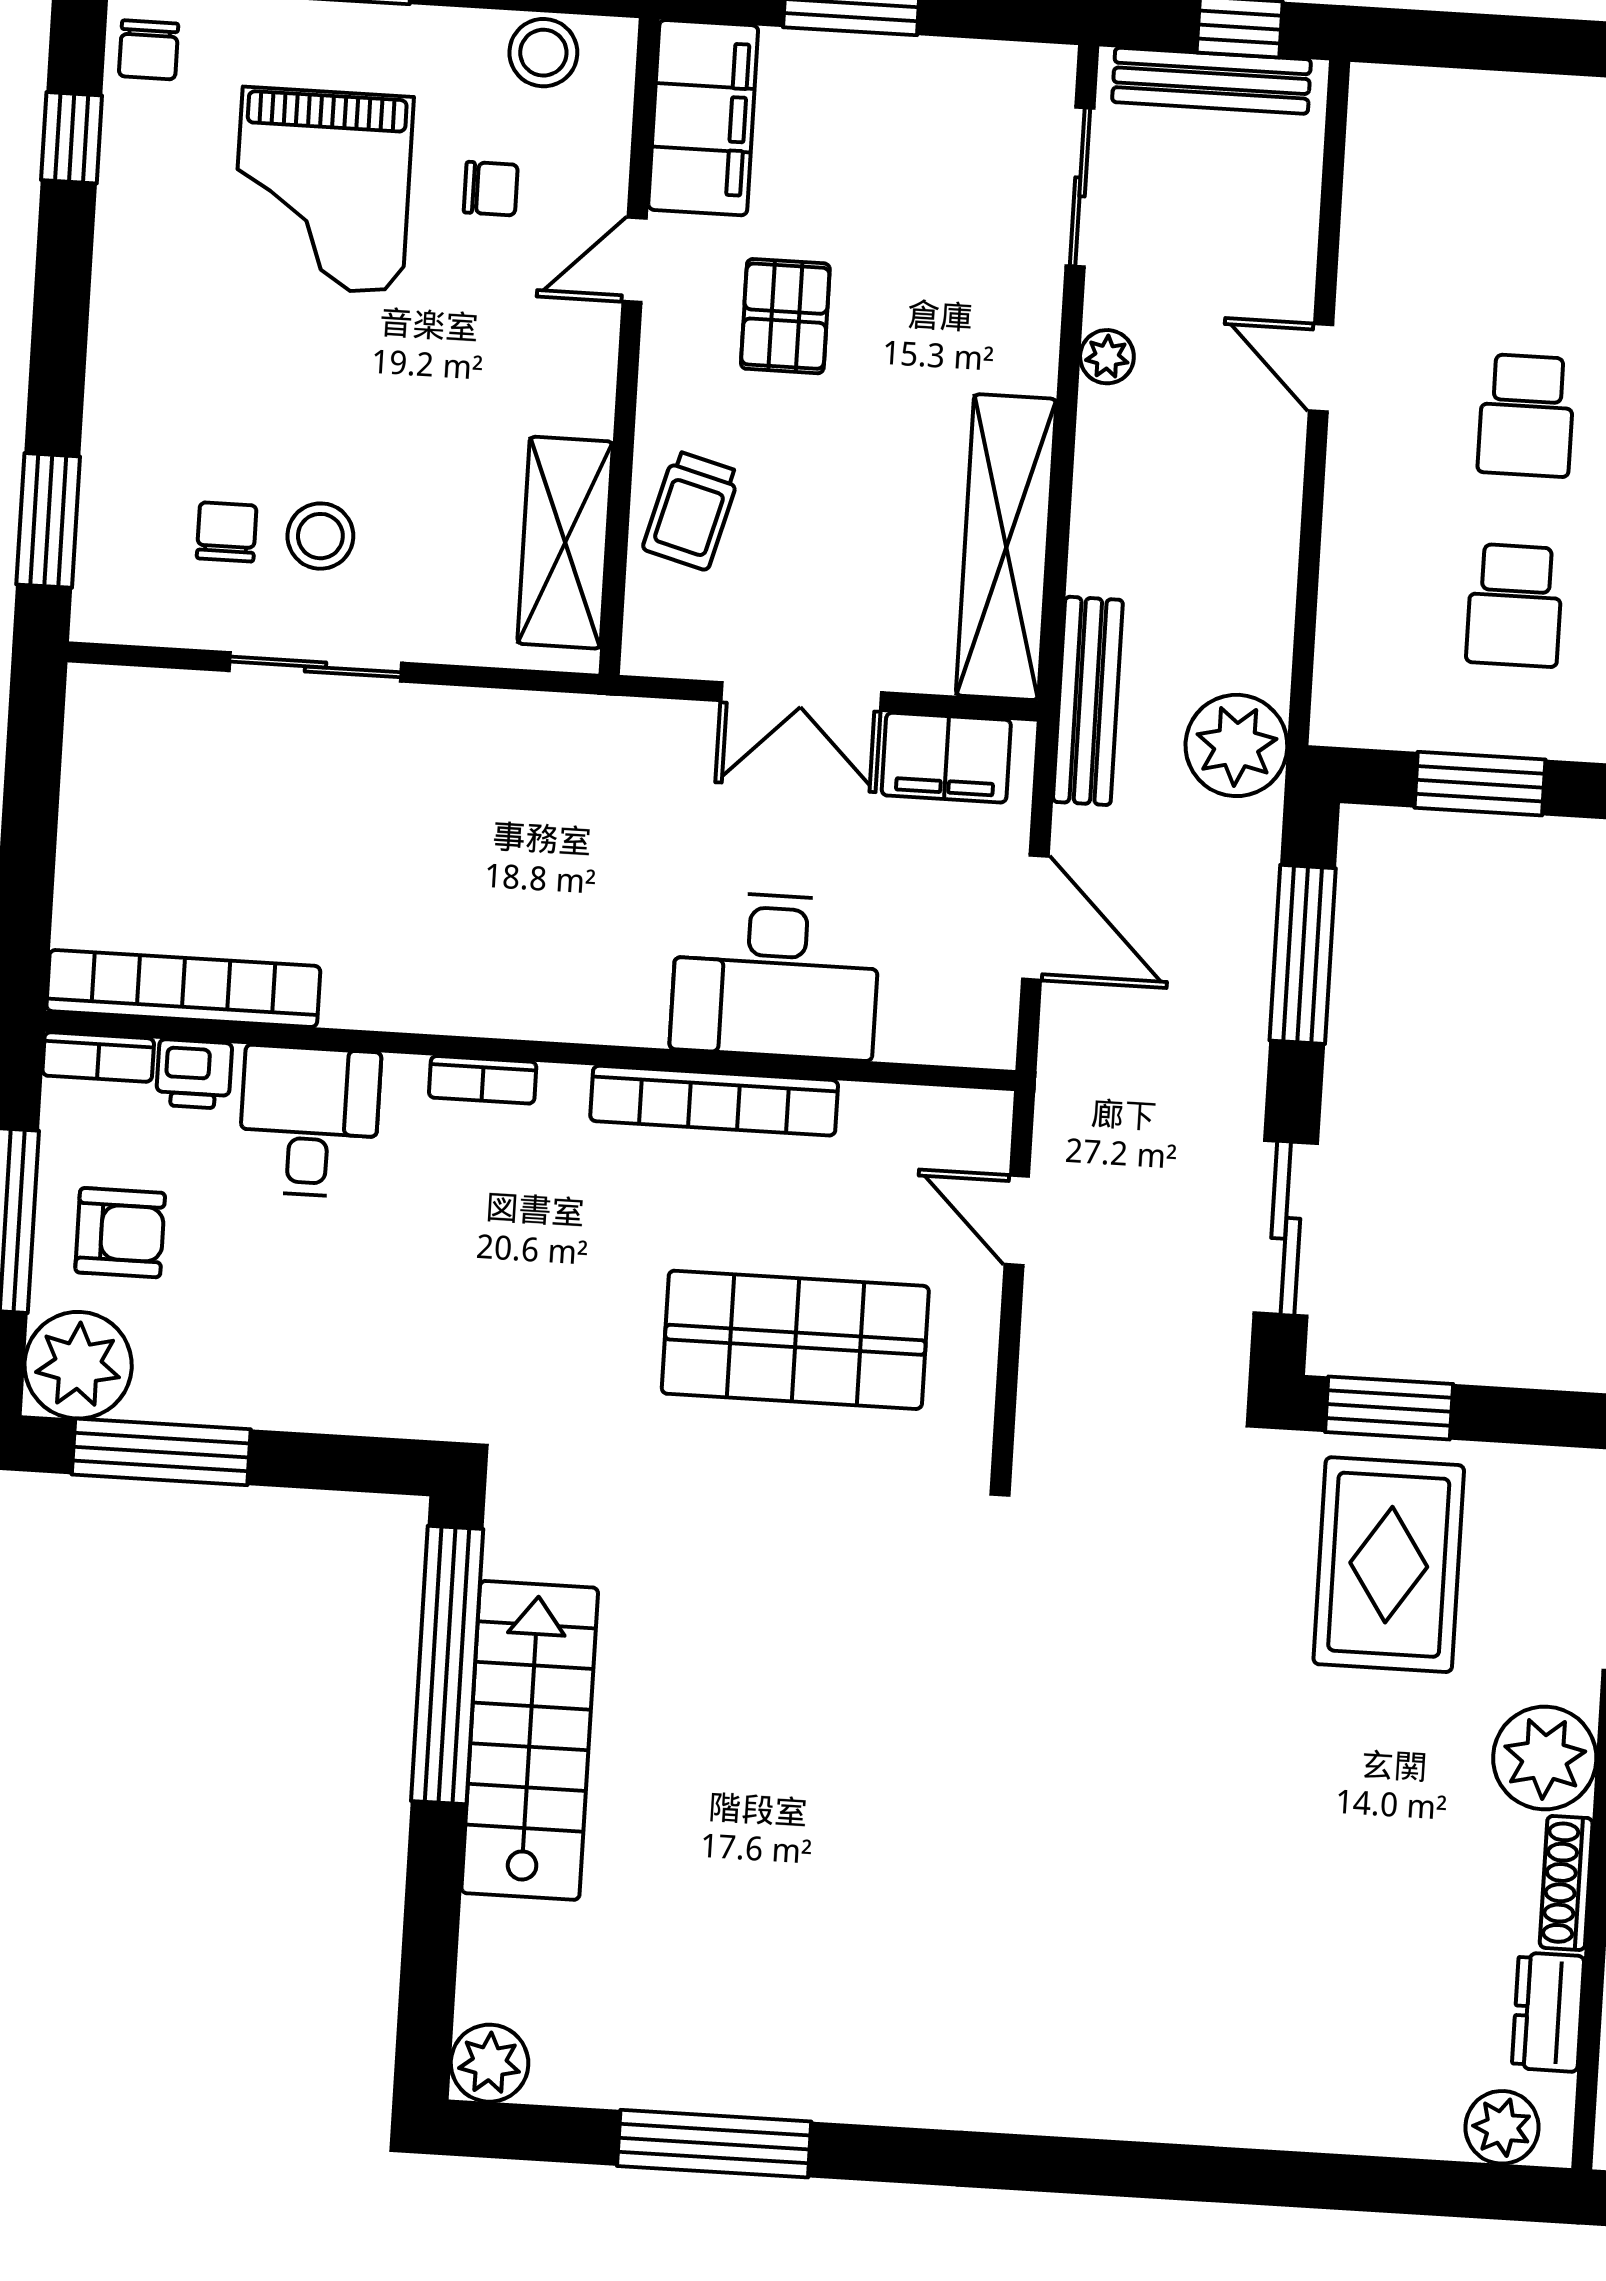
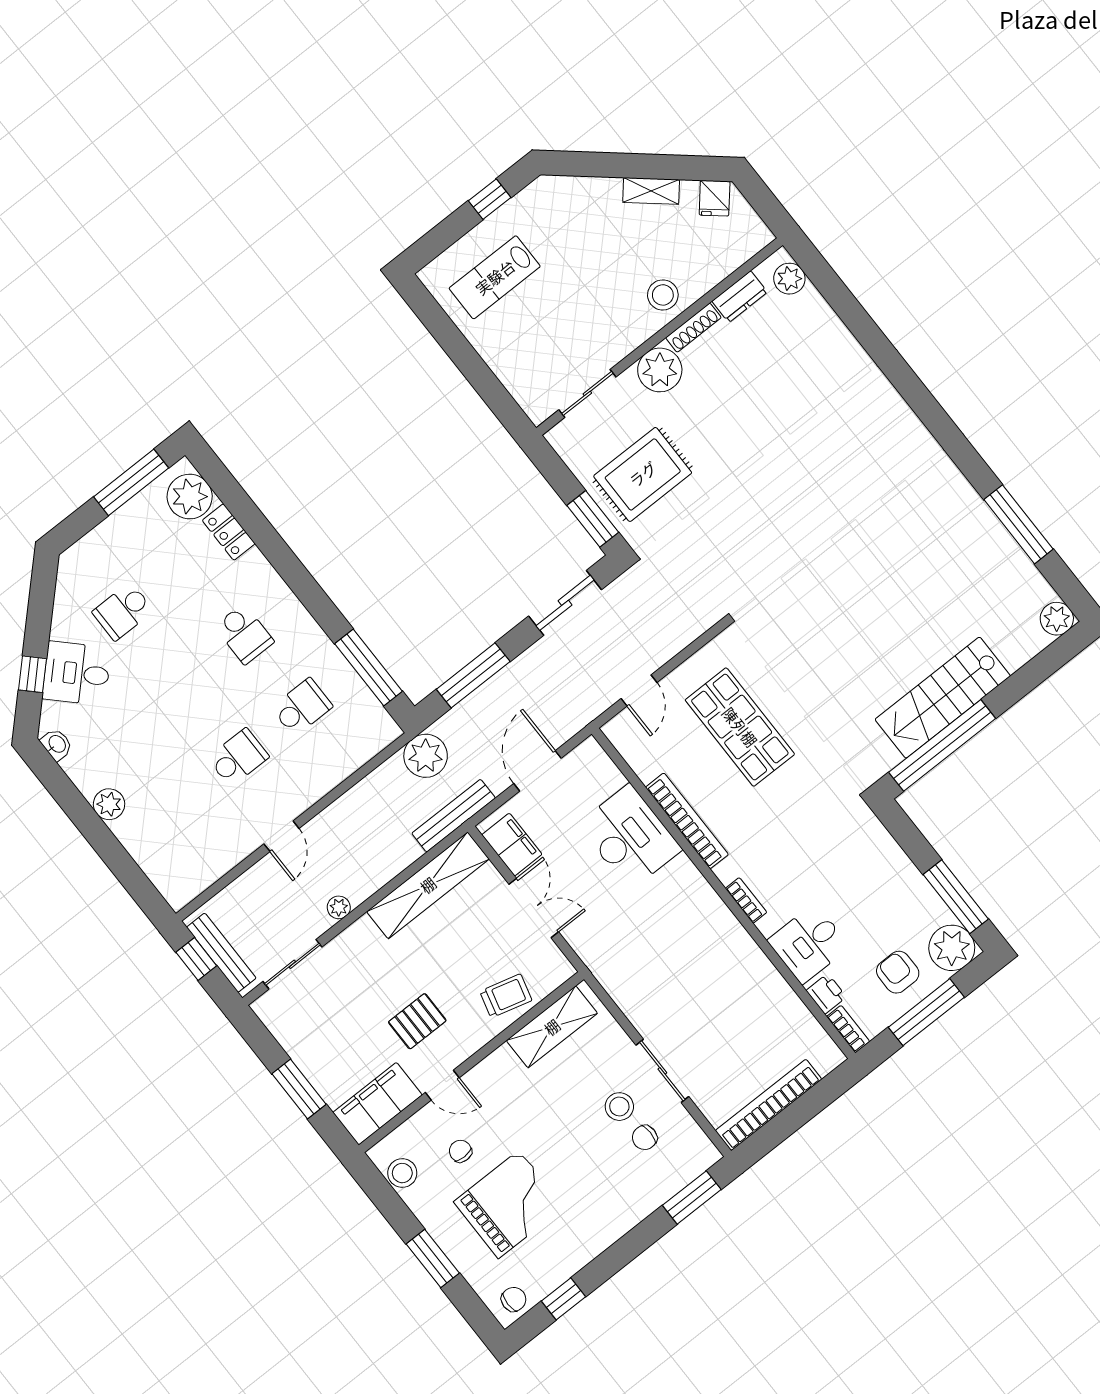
window: (1480, 784) -> (368, 668), width x1.44
bookcase: (183, 988) -> (769, 1105), moved, turned 90

